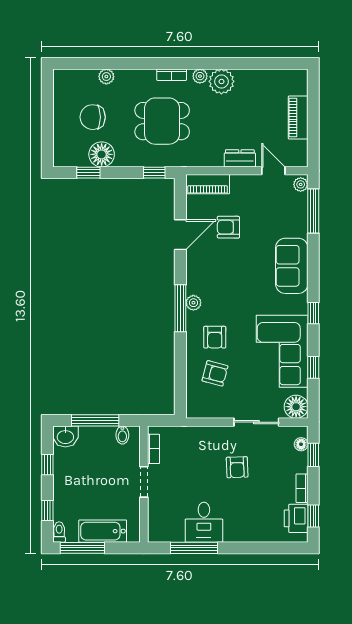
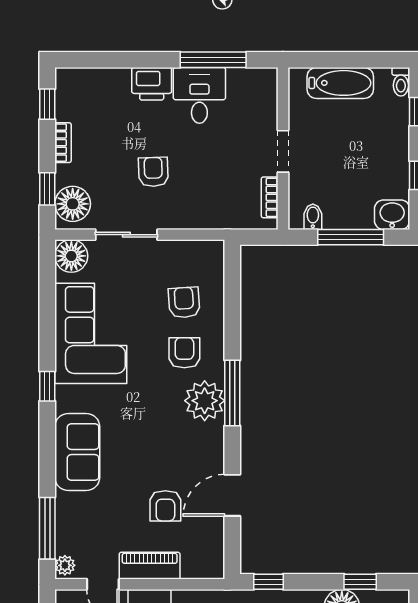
piano: (208, 184) -> (150, 566), moved
armchair: (228, 227) -> (165, 506), turned 90
plant: (193, 303) -> (205, 401), width x1.88, depth x1.88
window: (313, 367) -> (47, 311), removed
armchair: (215, 373) -> (184, 302), turned 71
floor lamp: (301, 444) -> (73, 204), width x1.89, depth x1.89
printer: (296, 518) -> (152, 84), moved, turned 90
window: (82, 548) -> (369, 60), removed

